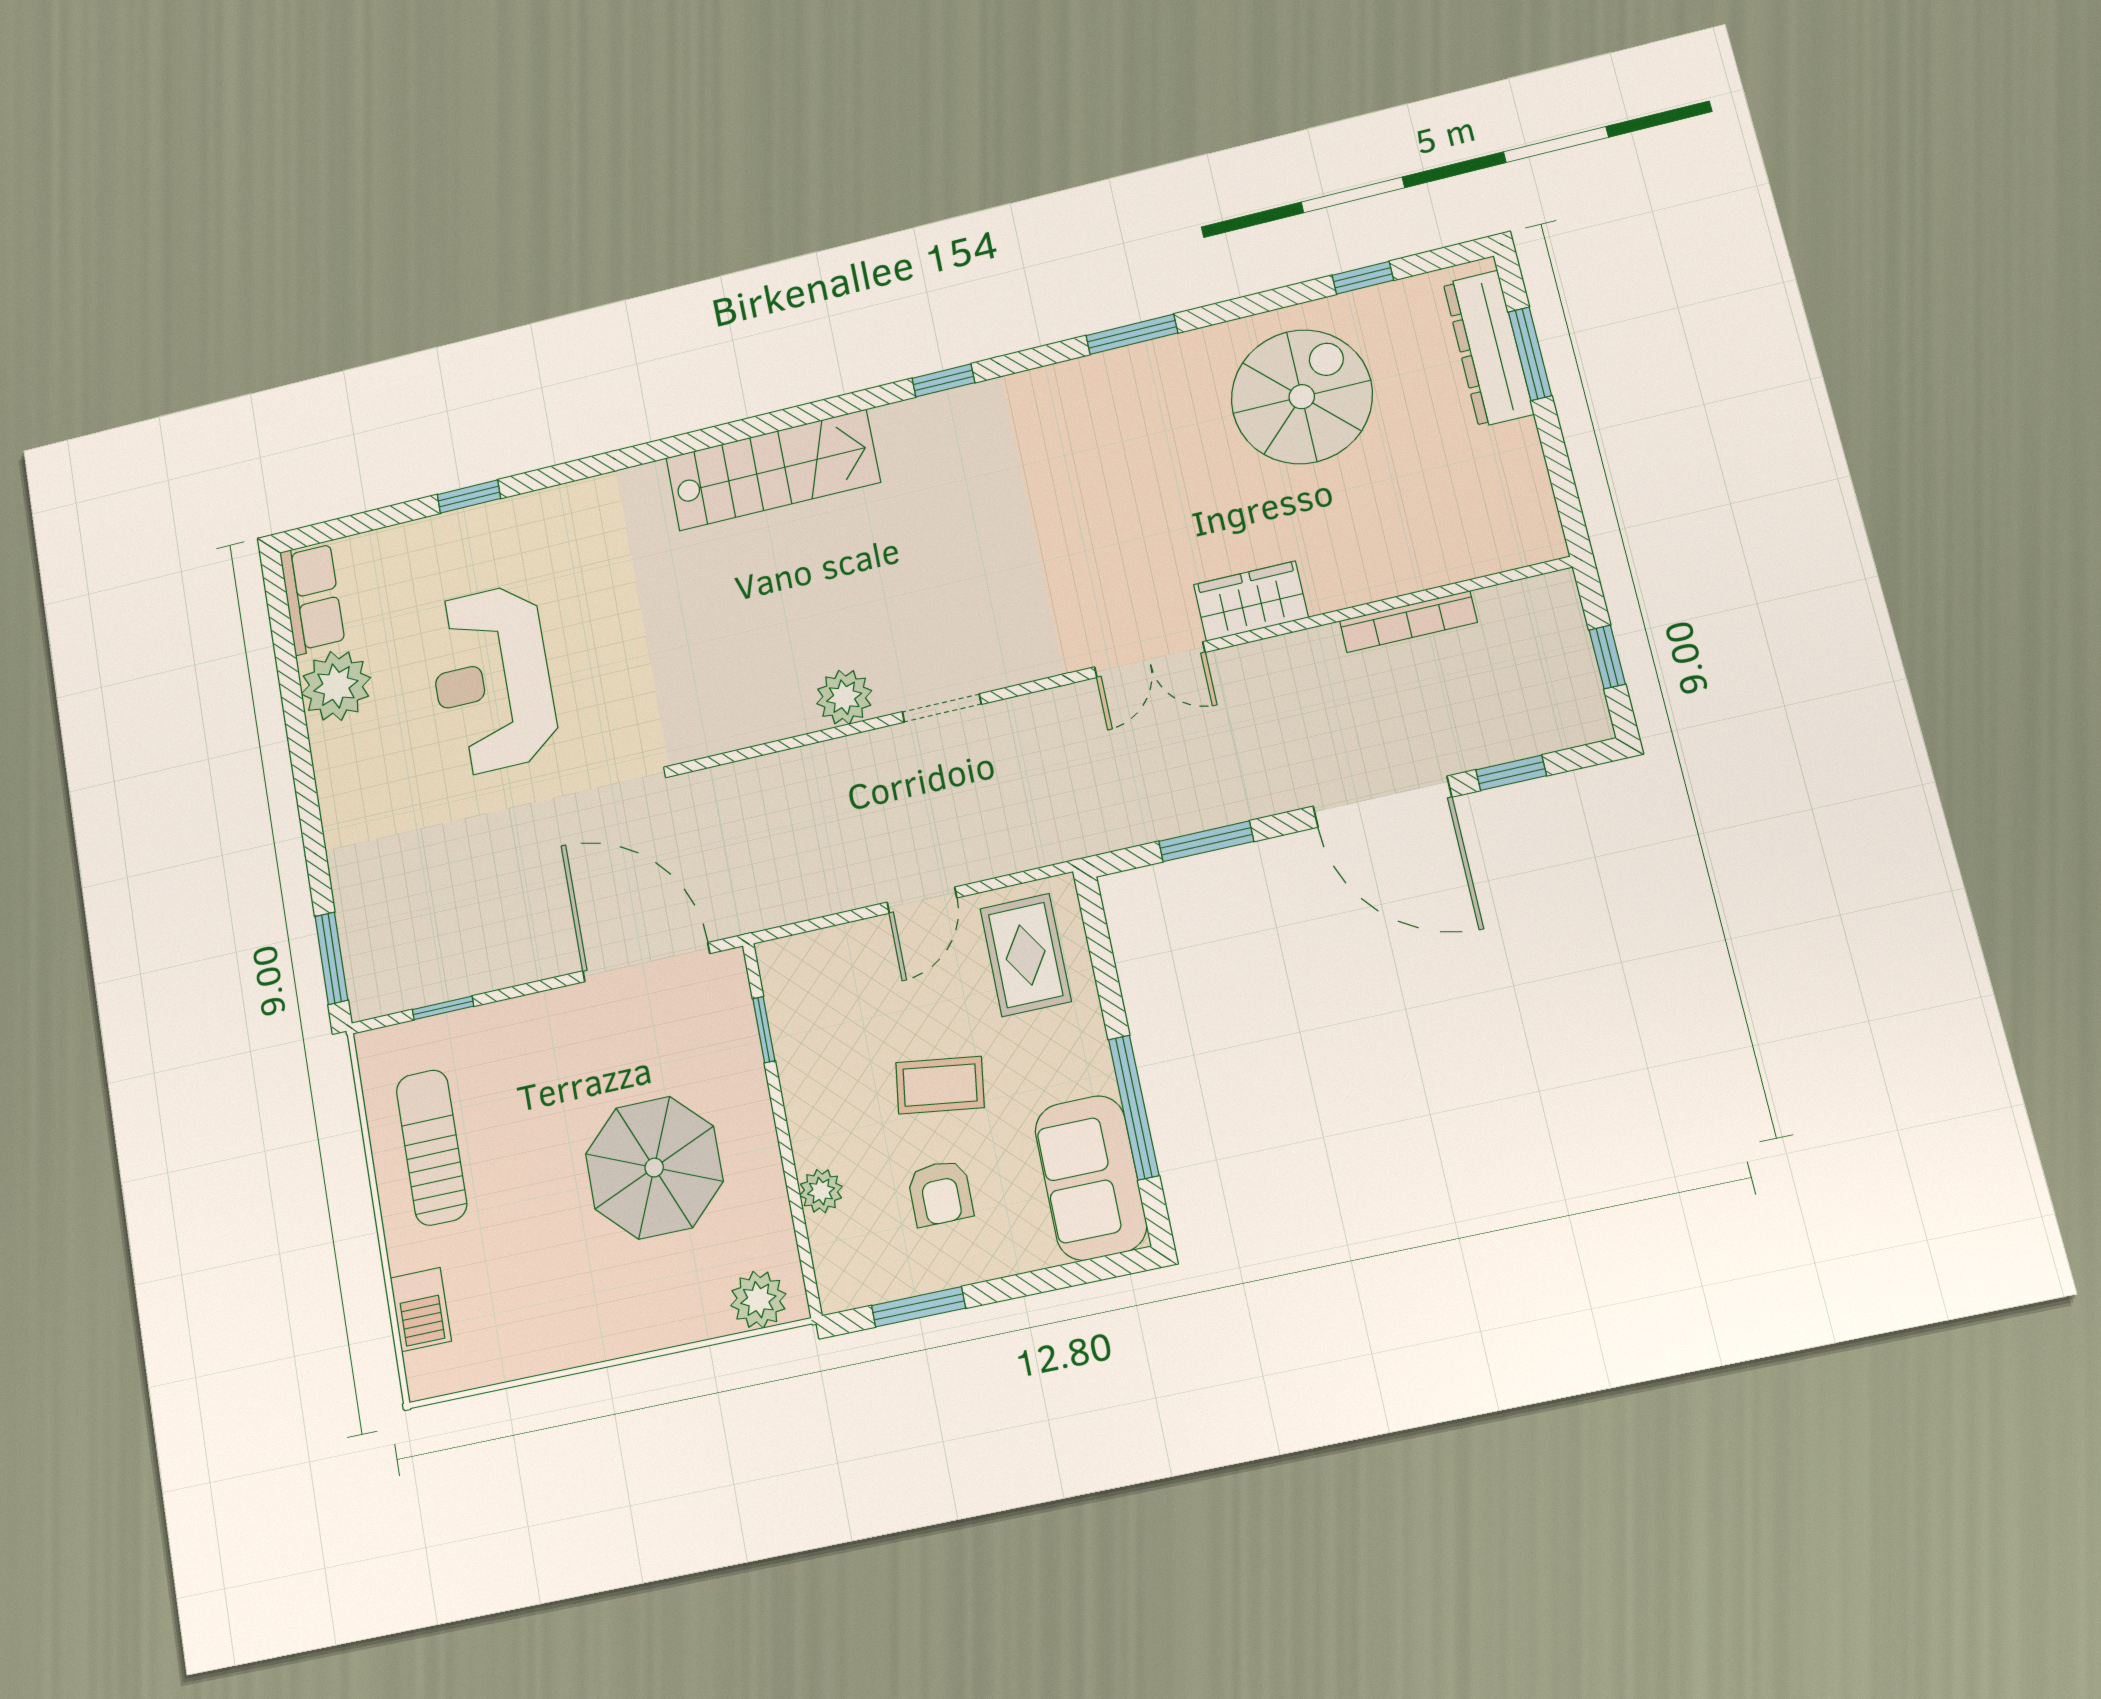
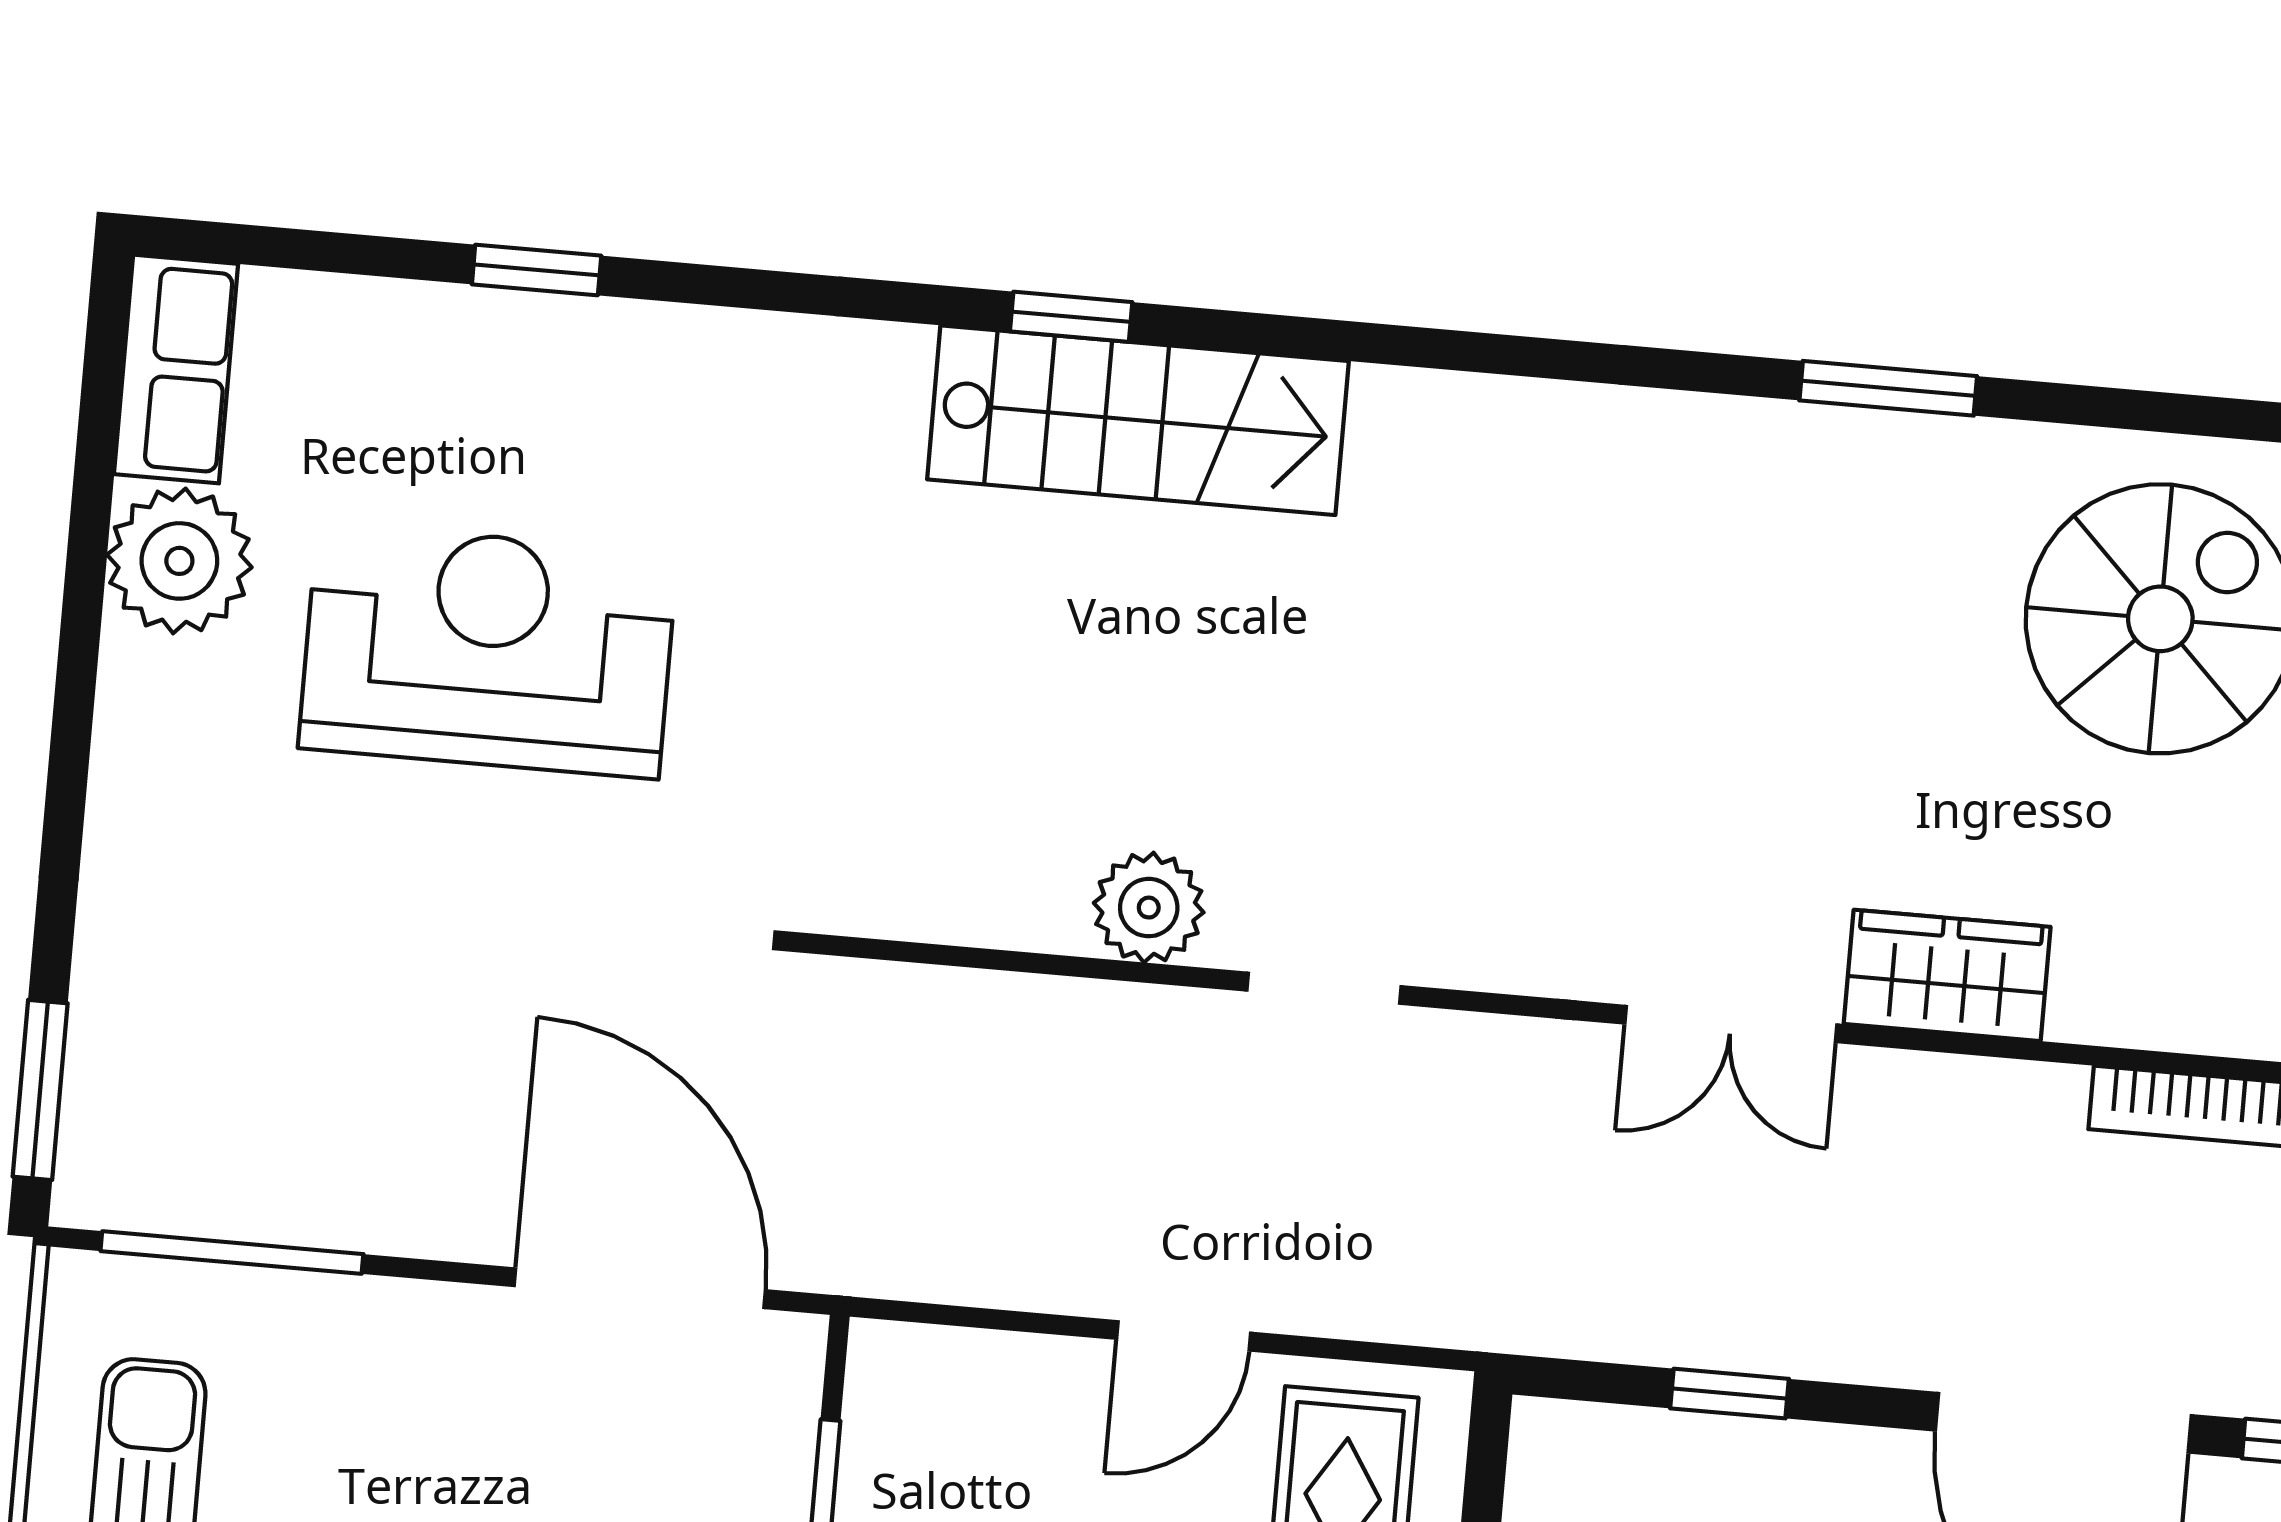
window: (943, 380) -> (1071, 317), moved
reception desk: (492, 680) -> (488, 650), turned 90
window: (1206, 841) -> (1729, 1394), width x0.67
window: (443, 1008) -> (232, 1253), width x2.17

